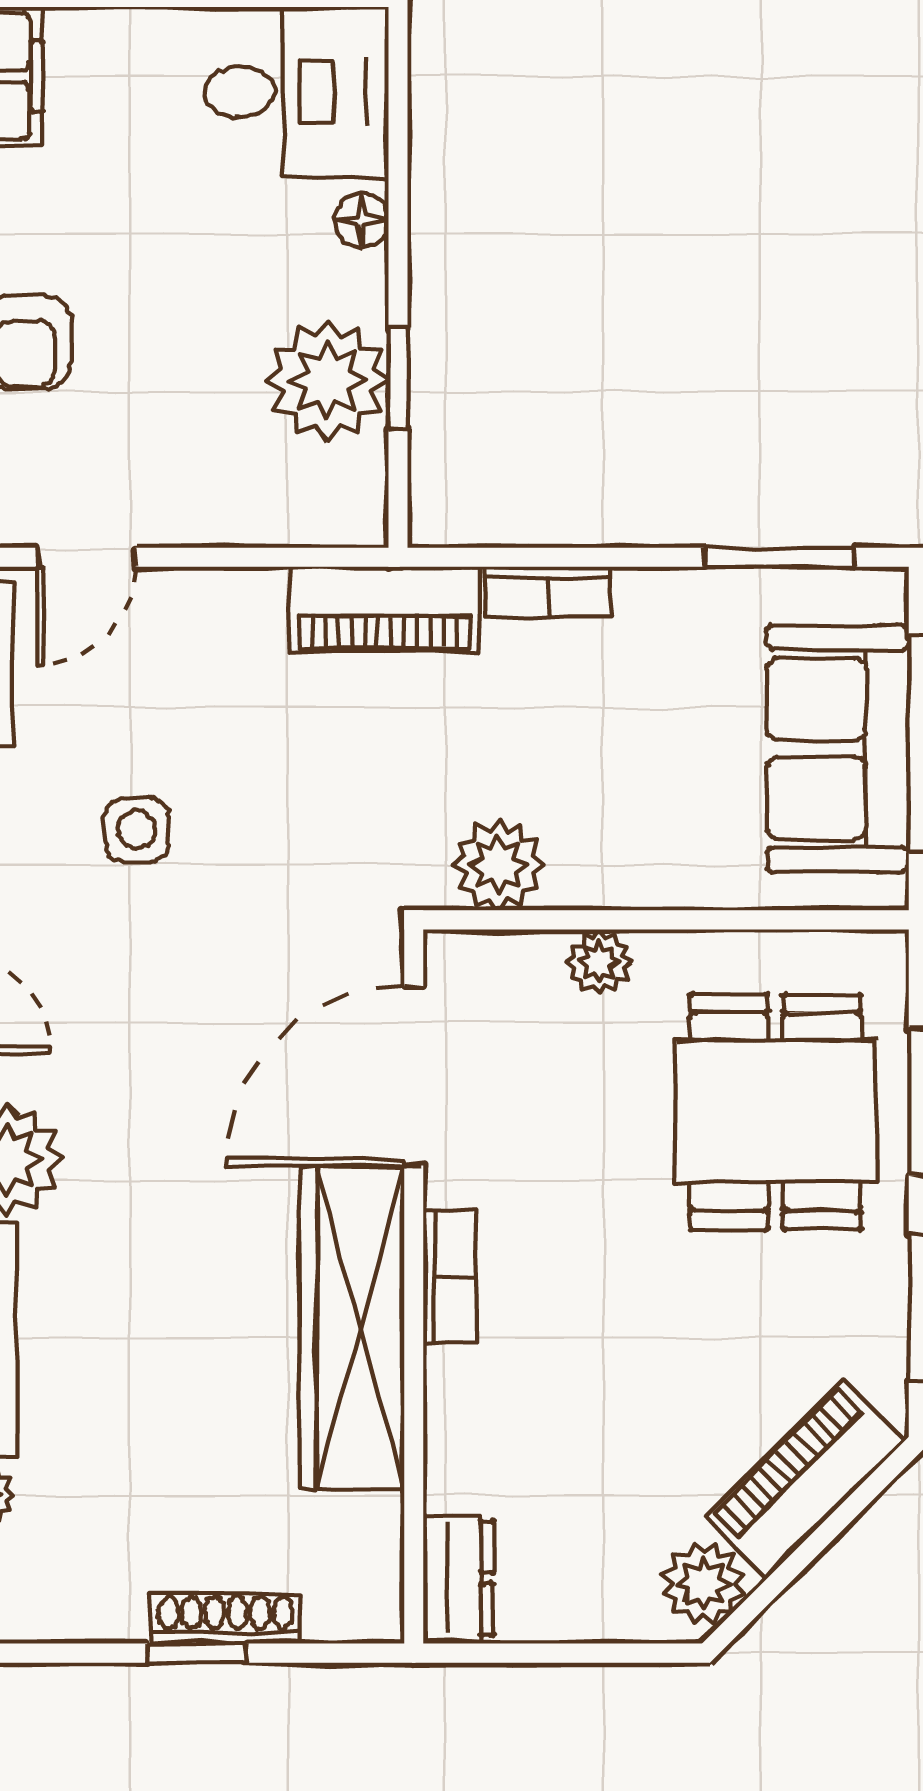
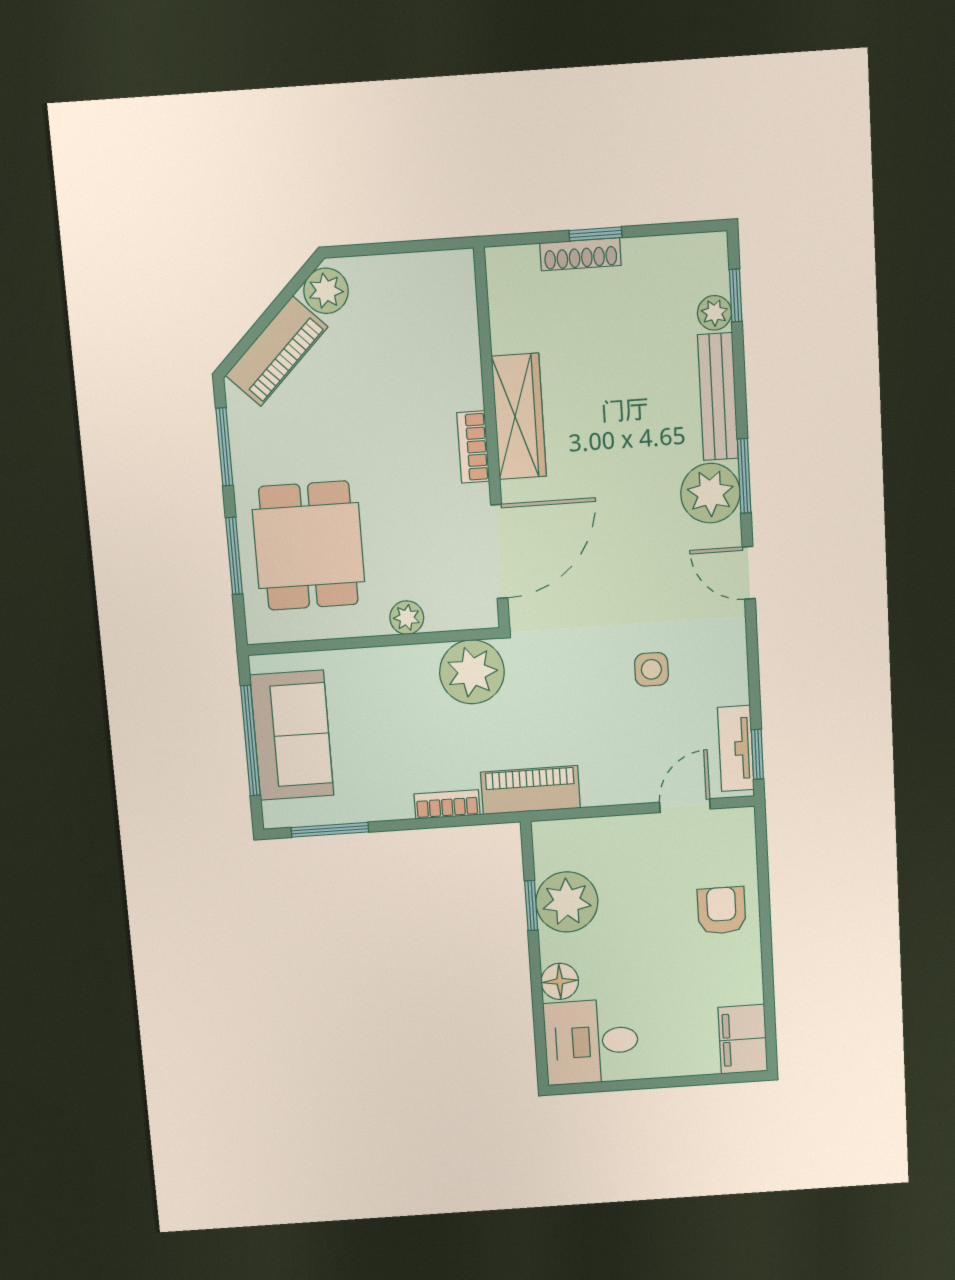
floor lamp: (362, 220) -> (560, 981), width x1.37, depth x1.37
plant: (498, 865) -> (472, 672), width x1.36, depth x1.36
wardrobe: (352, 1328) -> (519, 416), width x0.71, depth x0.85
dresser: (458, 1578) -> (457, 285), removed

